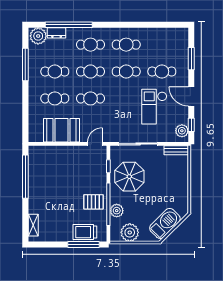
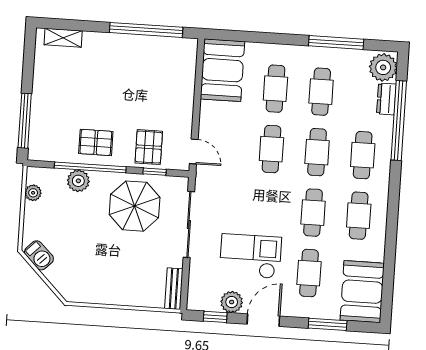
booth: (171, 40) -> (362, 292), added
booth: (62, 130) -> (222, 70), moved
plant: (182, 131) -> (232, 302), moved
pallet: (94, 171) -> (149, 147), added
pallet: (93, 202) -> (96, 142), turned 90
barbecue: (165, 223) -> (39, 255), width x0.53, depth x0.65
trolley: (85, 232) -> (46, 124), removed
plant: (130, 232) -> (33, 193), width x0.53, depth x0.53

